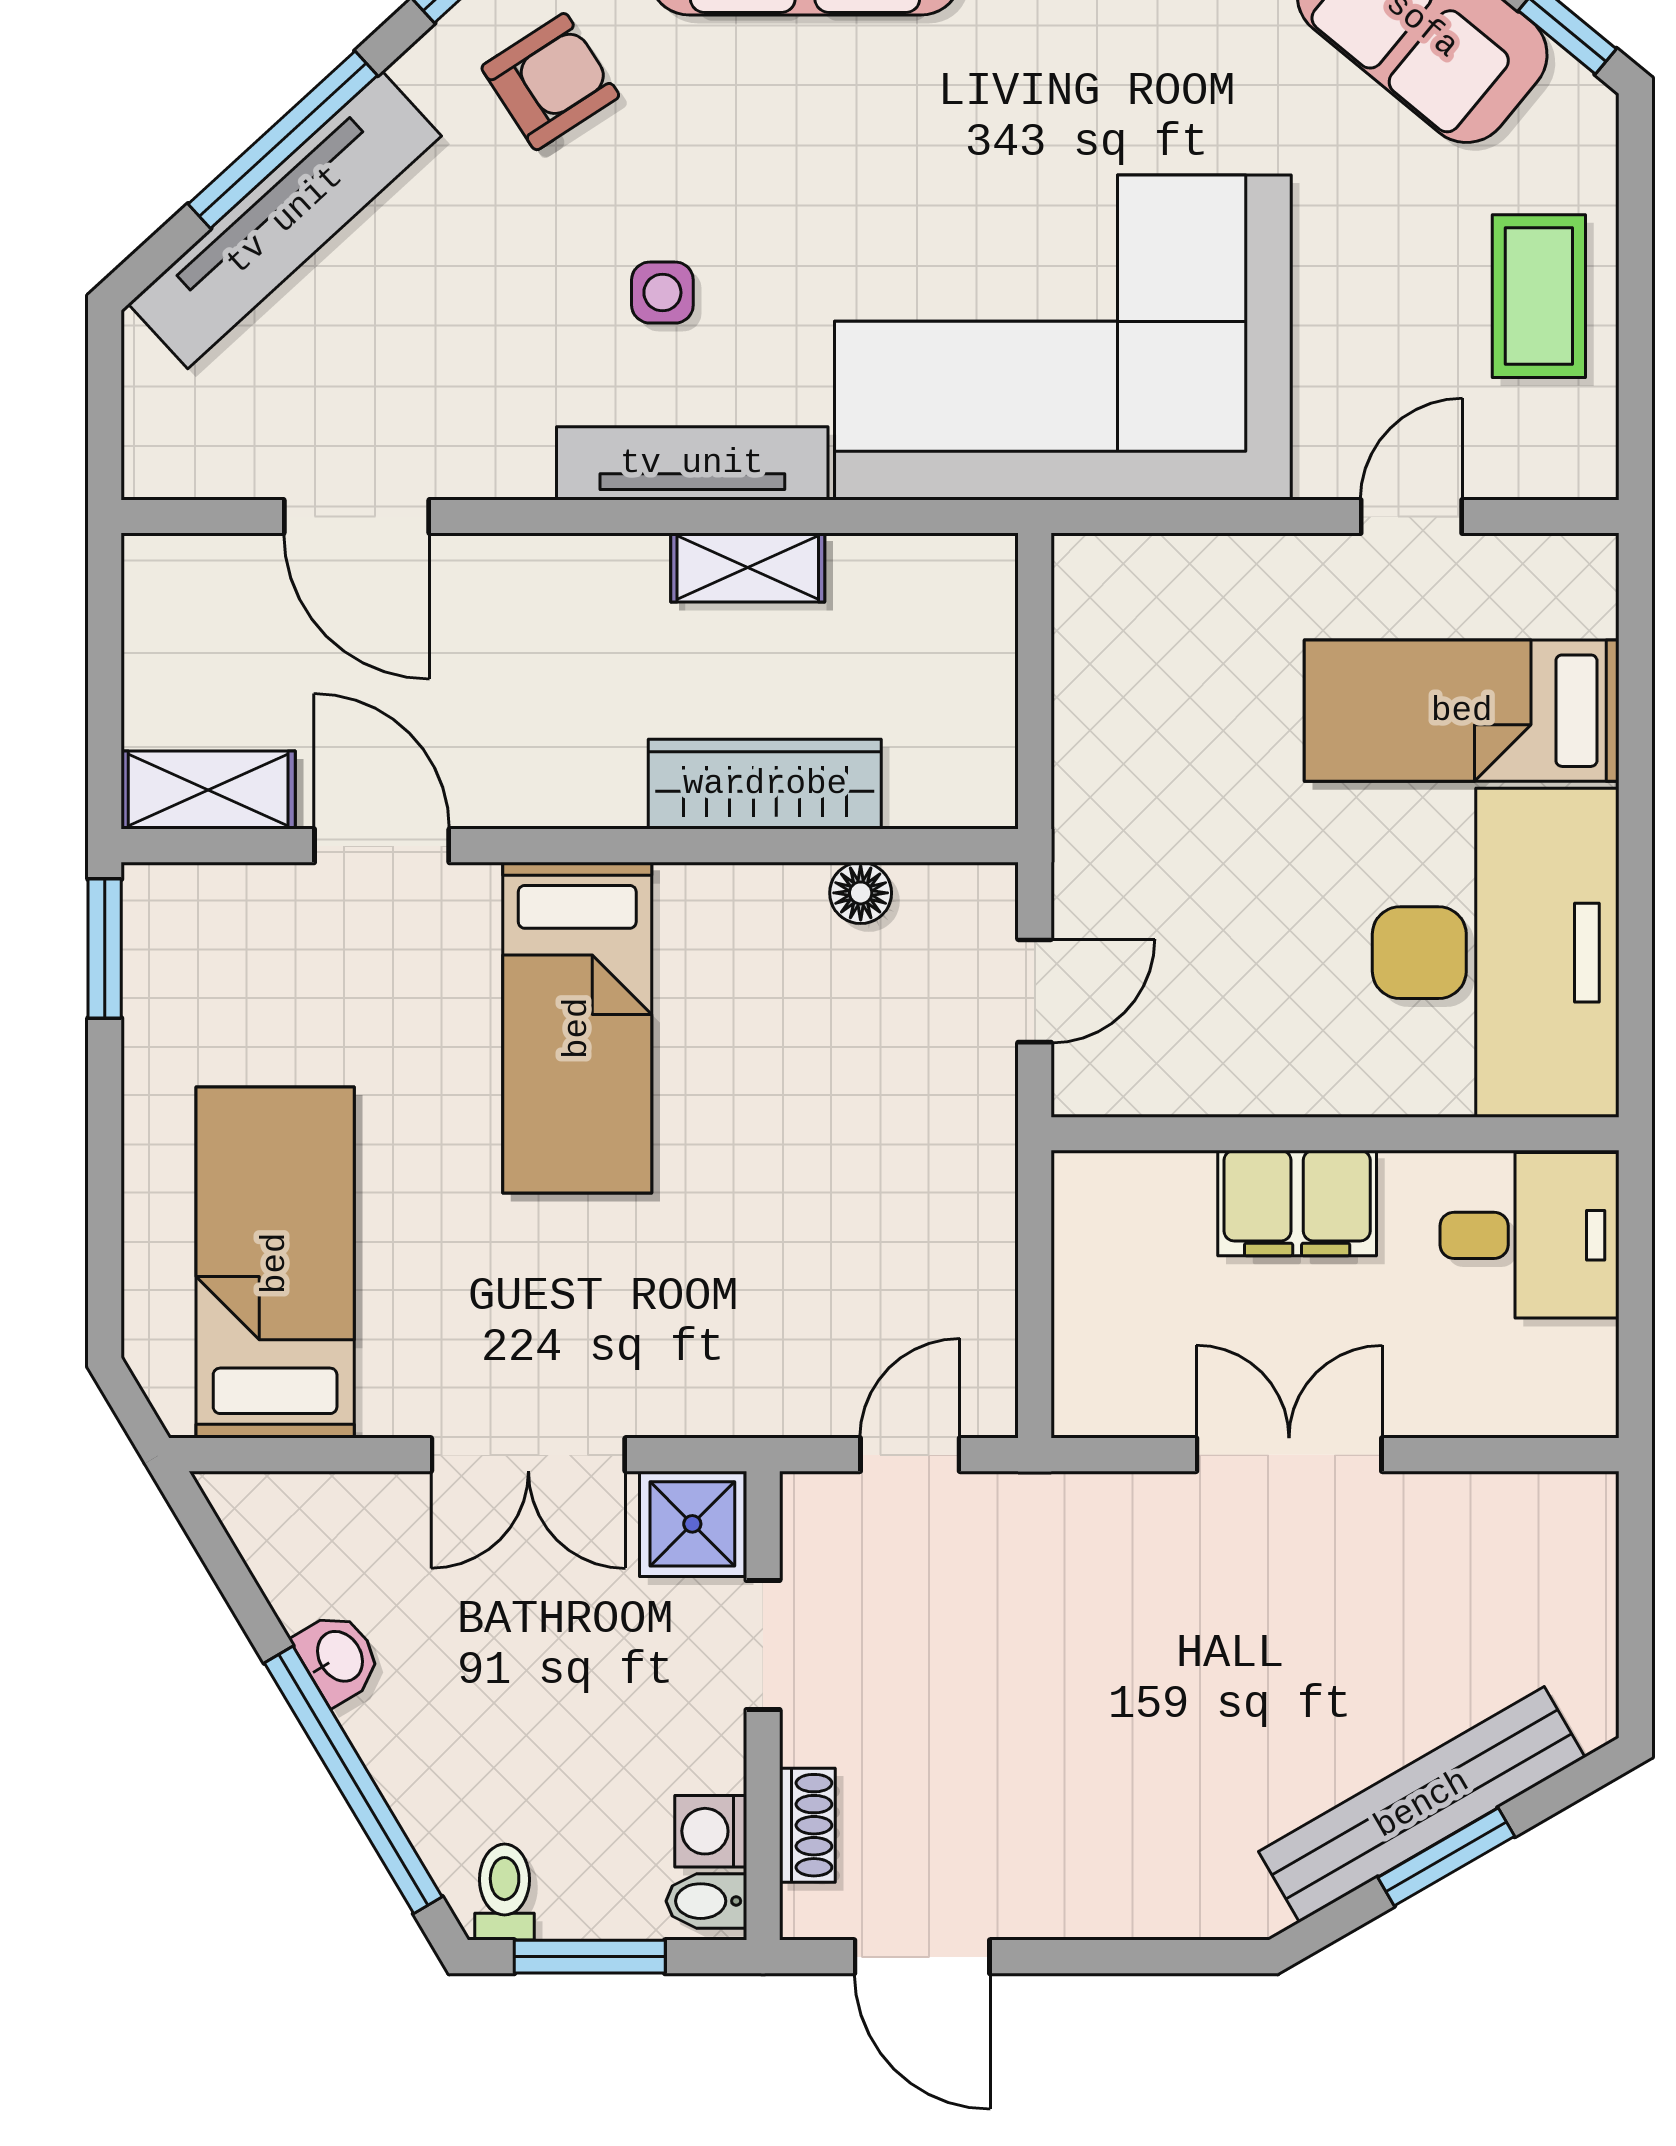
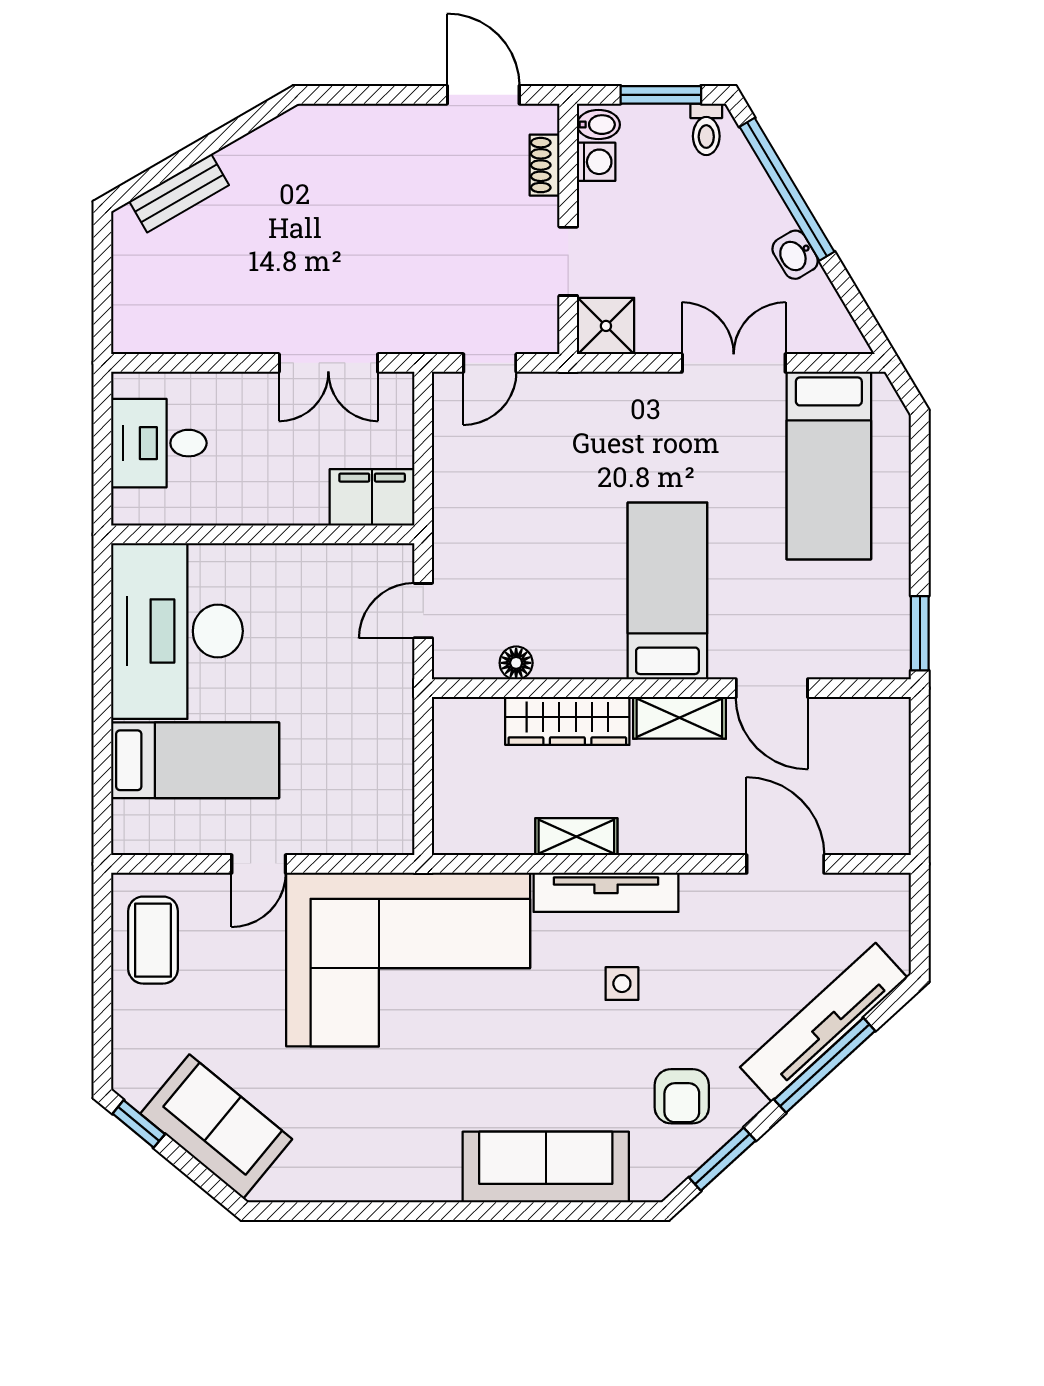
armchair: (550, 82) -> (682, 1096), turned -57
coffee table: (1539, 296) -> (153, 940), moved
door: (1411, 516) -> (259, 864), moved
shelving: (208, 790) -> (679, 718), moved
filing cabinet: (1297, 1203) -> (372, 497), moved
desk: (1530, 1235) -> (159, 443), moved
double door: (528, 1455) -> (734, 363), moved
double door: (1289, 1455) -> (328, 363), moved
bench: (1422, 1804) -> (179, 193), width x0.54, depth x0.82
window: (1446, 1857) -> (203, 148), removed

